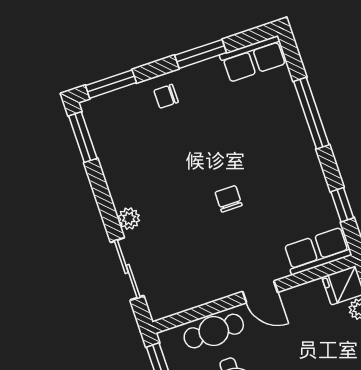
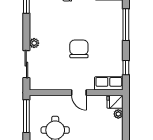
chair: (229, 199) -> (79, 49), width x1.87, depth x1.87
cafe table: (214, 331) -> (54, 103), removed

